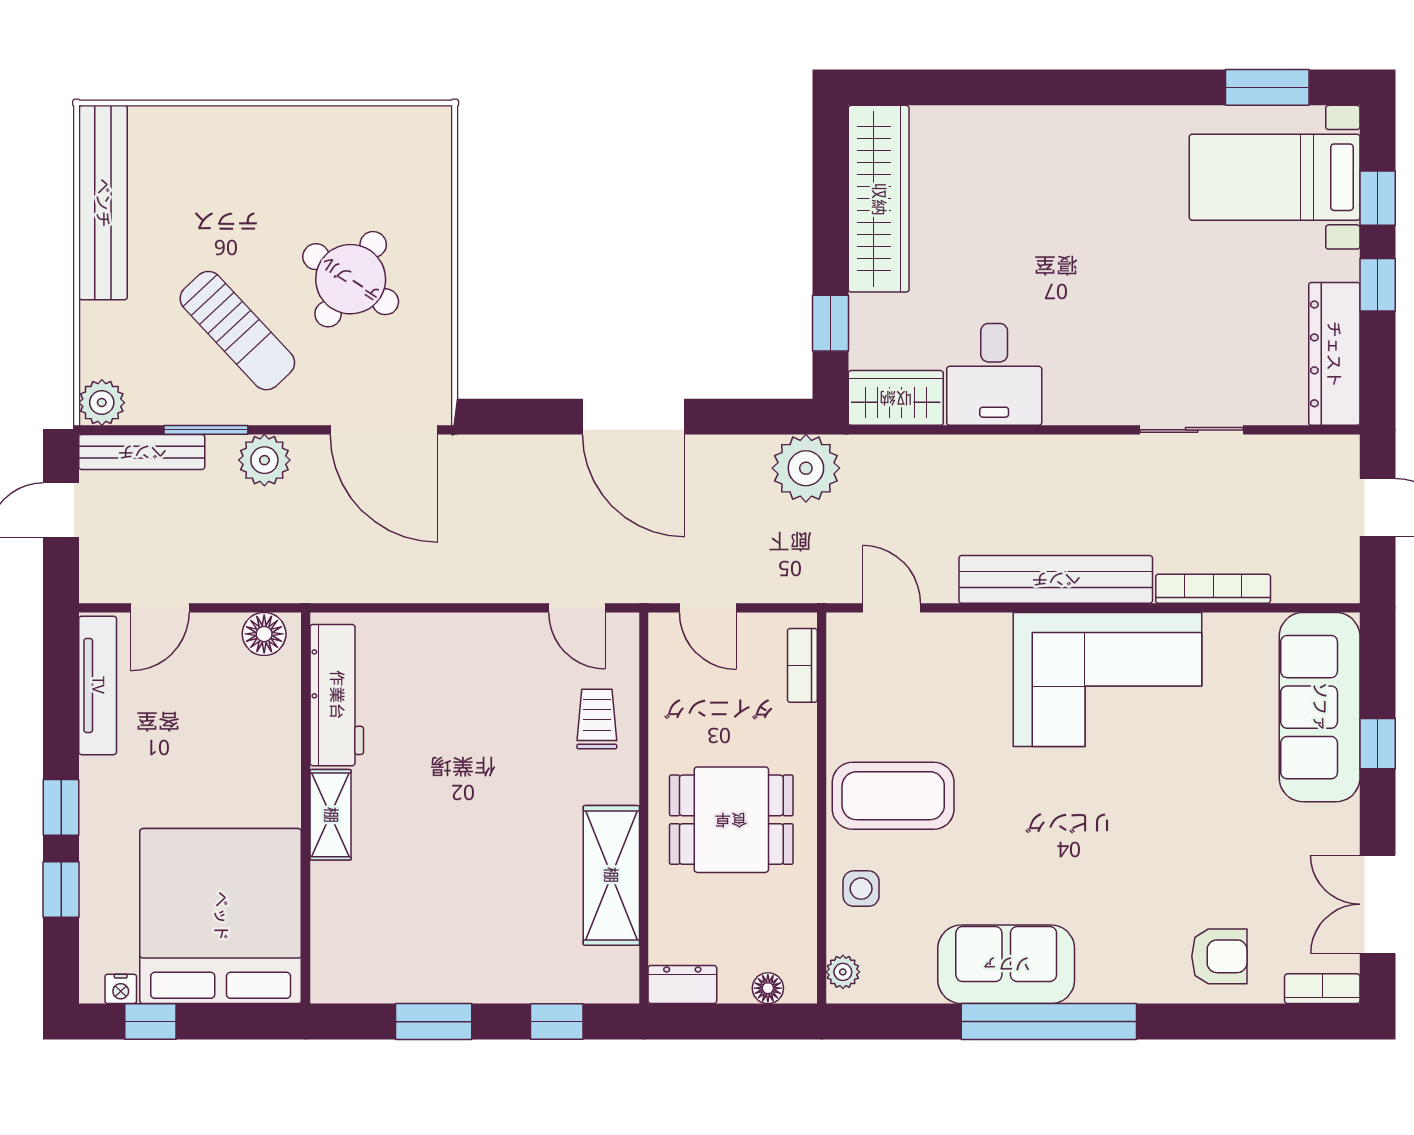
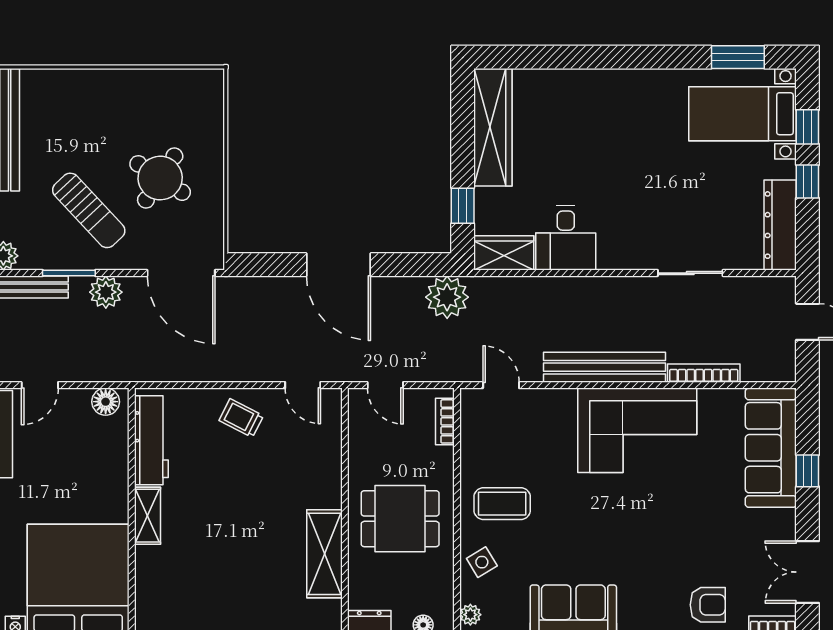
trolley: (597, 719) -> (241, 418), moved, turned -63
coffee table: (893, 796) -> (502, 504), width x0.73, depth x0.76
side table: (861, 889) -> (482, 562), turned -31

